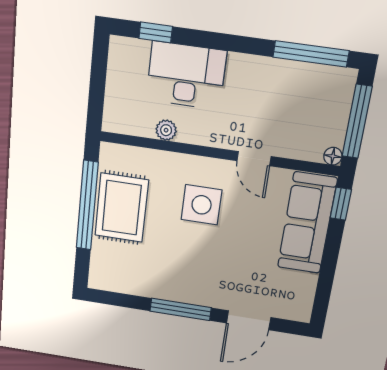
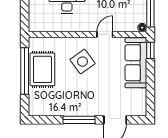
plant: (166, 130) -> (60, 27), removed
door: (254, 159) -> (105, 34), swing flipped
side table: (202, 205) -> (83, 62), turned -36

